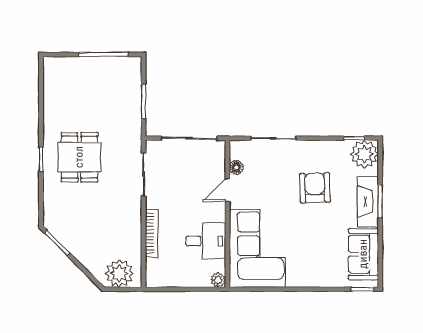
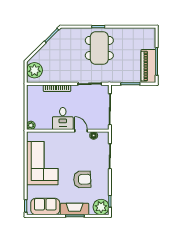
piano: (112, 69) -> (148, 66), added
dining table: (79, 157) -> (99, 48), width x1.38
desk: (206, 241) -> (63, 118), moved
corner sofa: (257, 248) -> (42, 163), moved, turned -90

